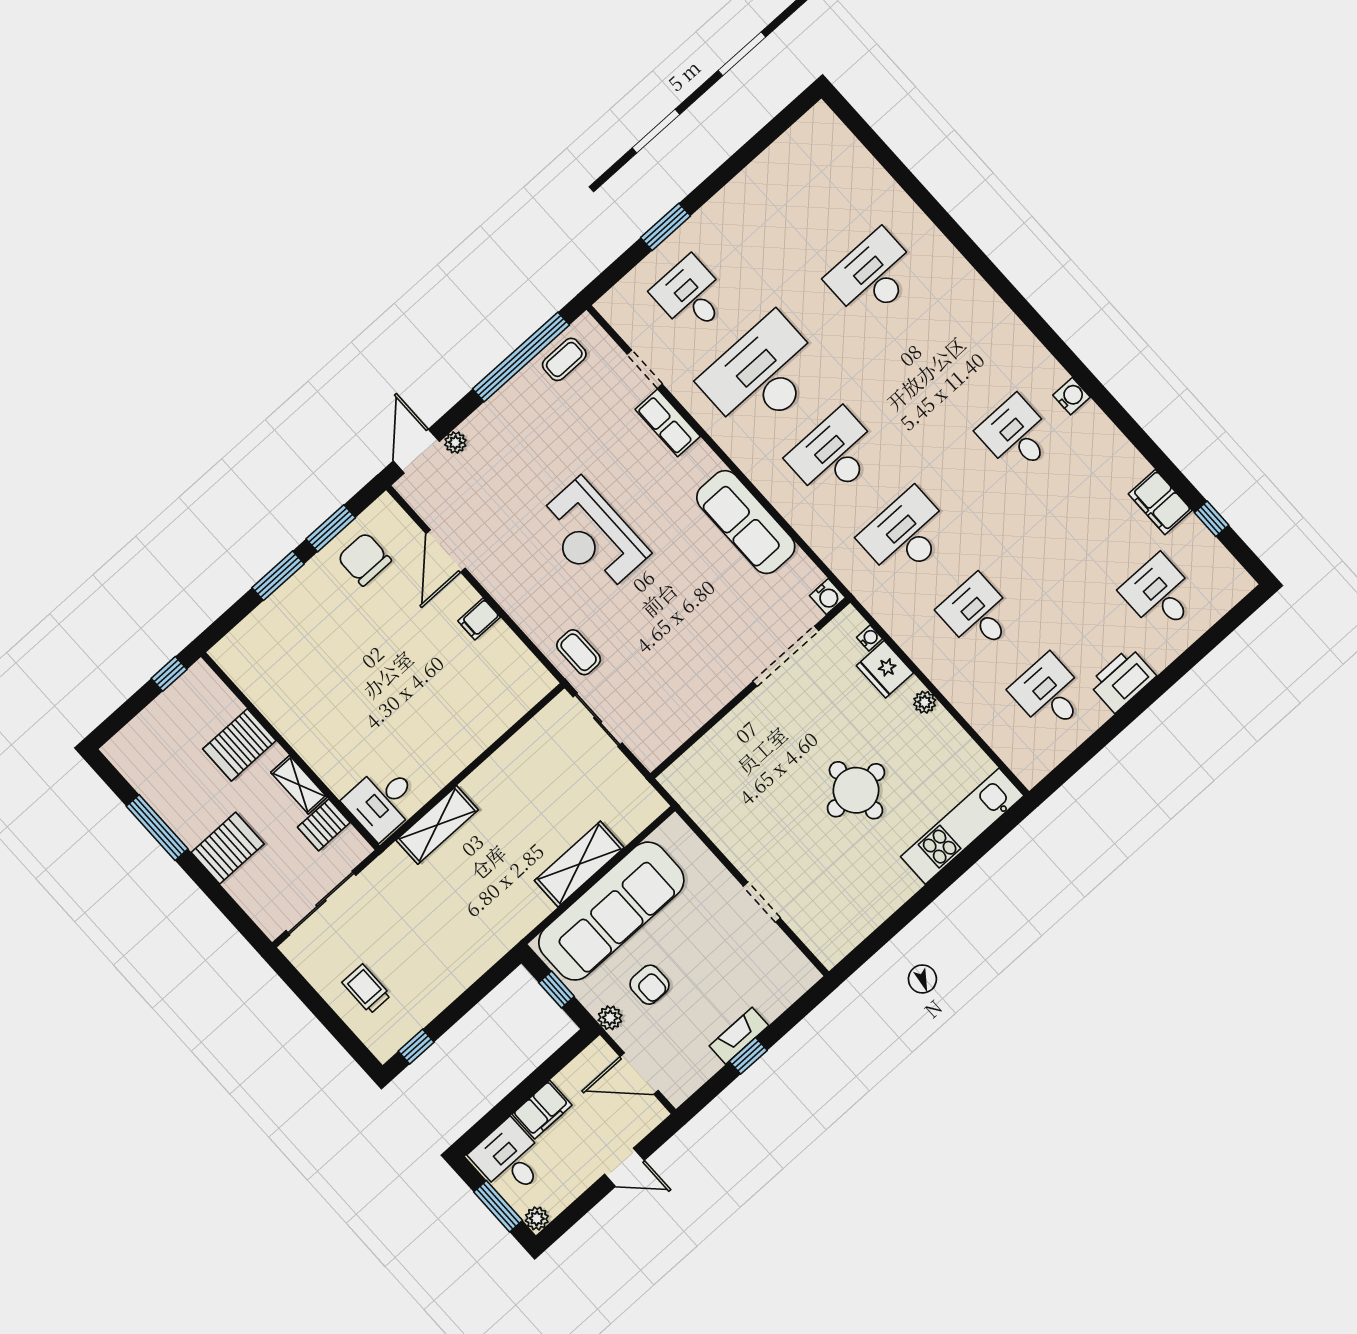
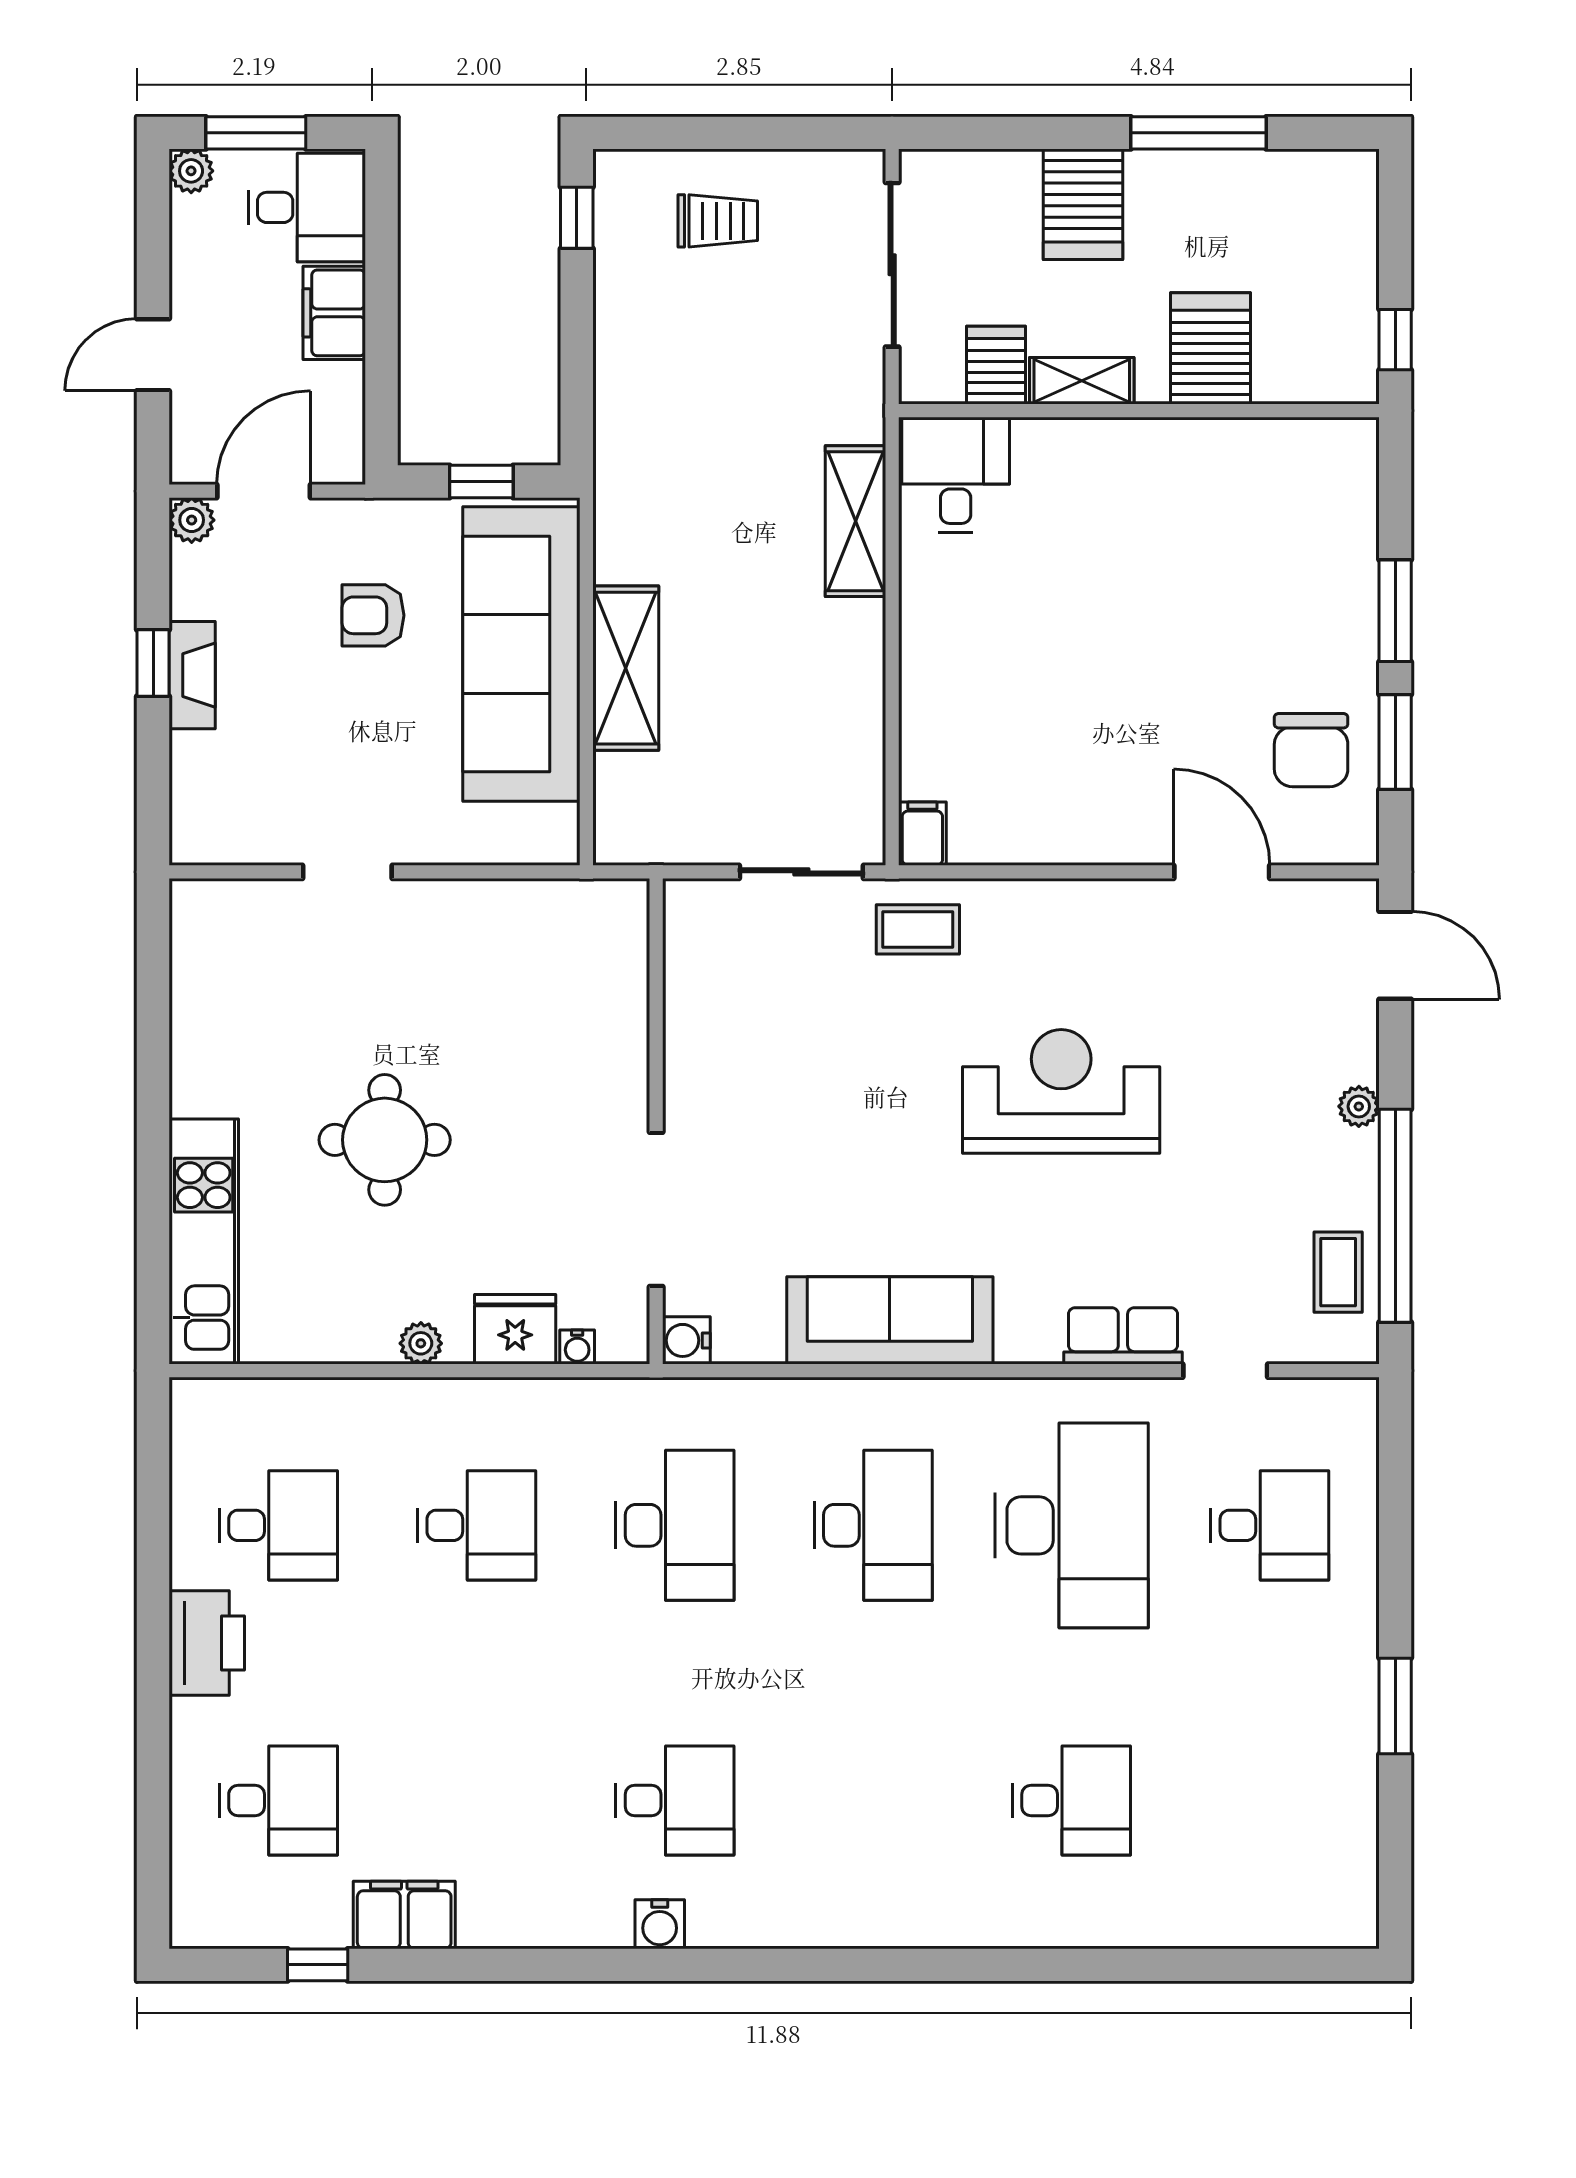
window: (666, 227) -> (1395, 1706), moved
desk: (873, 275) -> (1071, 1801), width x0.73
plant: (455, 442) -> (1359, 1106), moved
chair: (364, 559) -> (1311, 750), turned 90
filing cabinet: (479, 619) -> (922, 834), moved
plant: (610, 1018) -> (192, 520), moved

